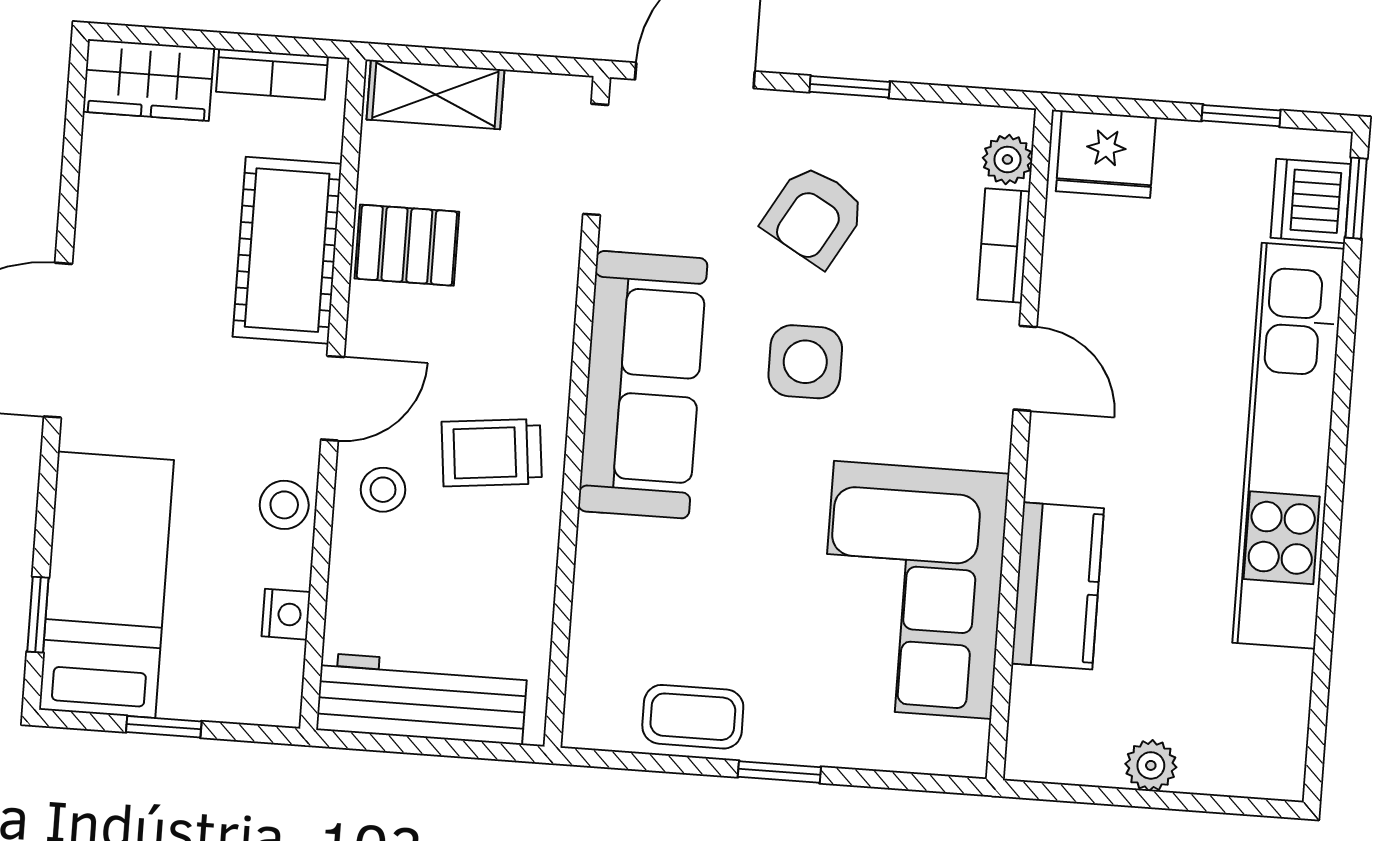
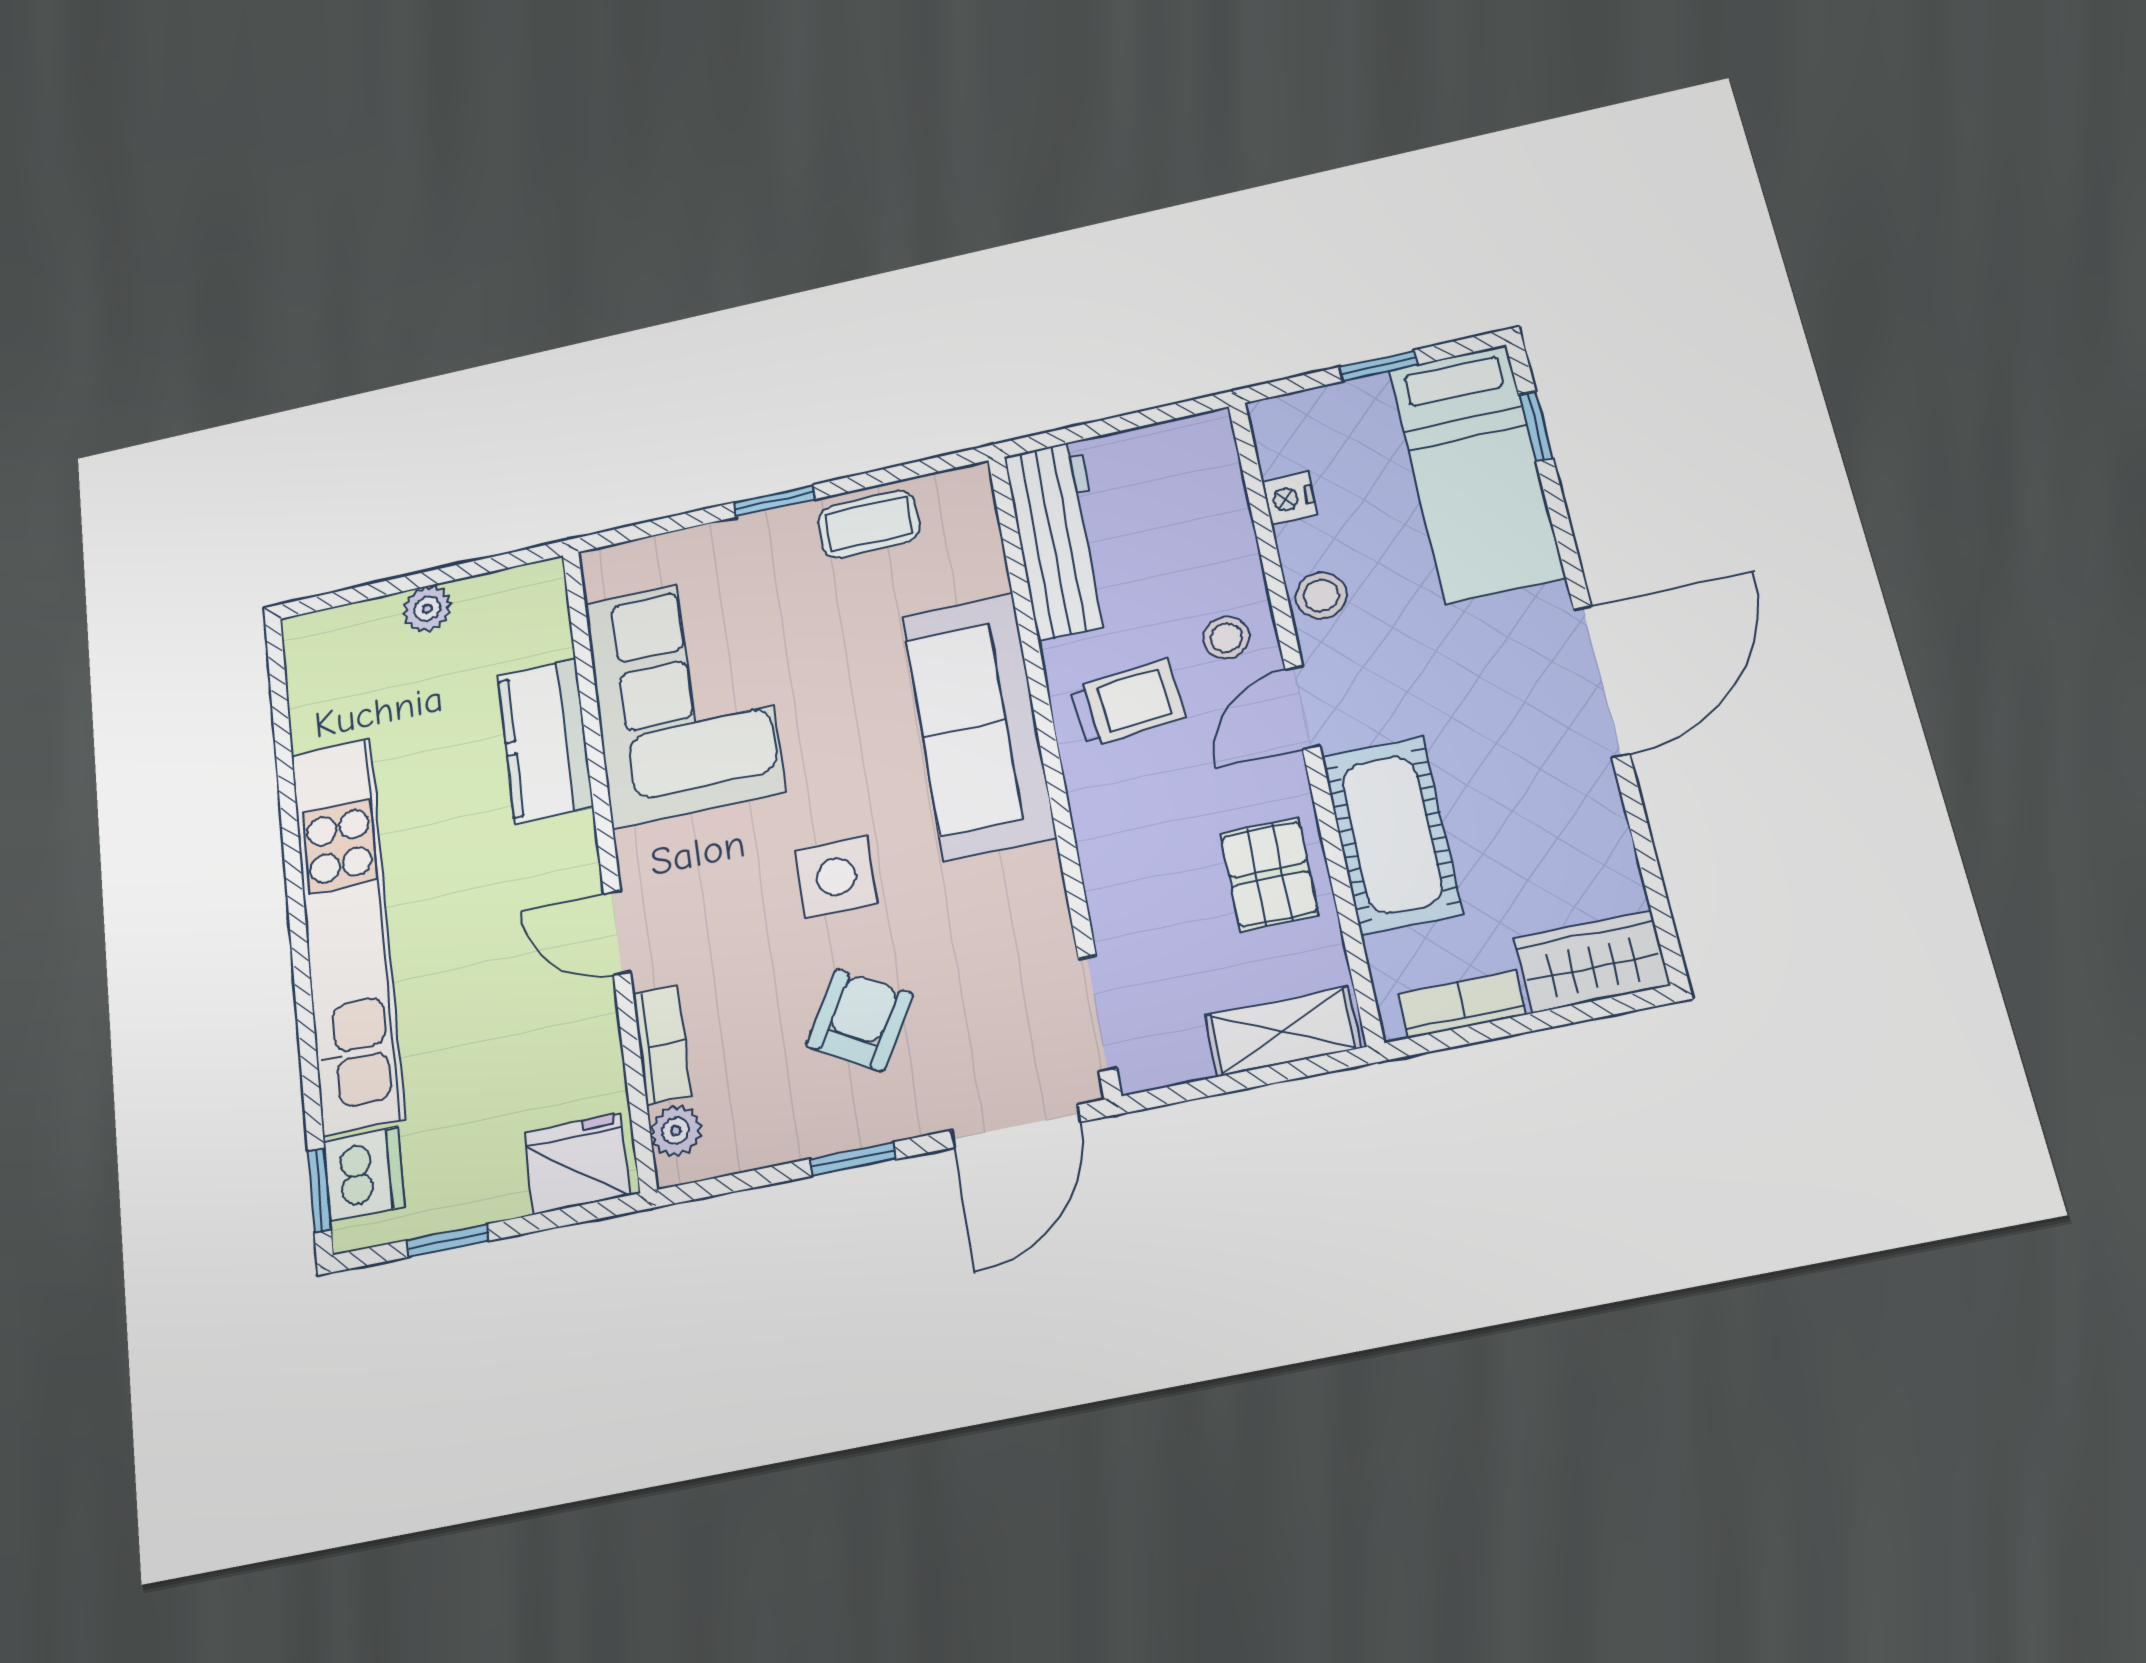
pallet: (407, 245) -> (1269, 874), turned 90
sofa: (643, 385) -> (979, 726), moved
workbench: (422, 699) -> (1059, 540), moved, turned -90

